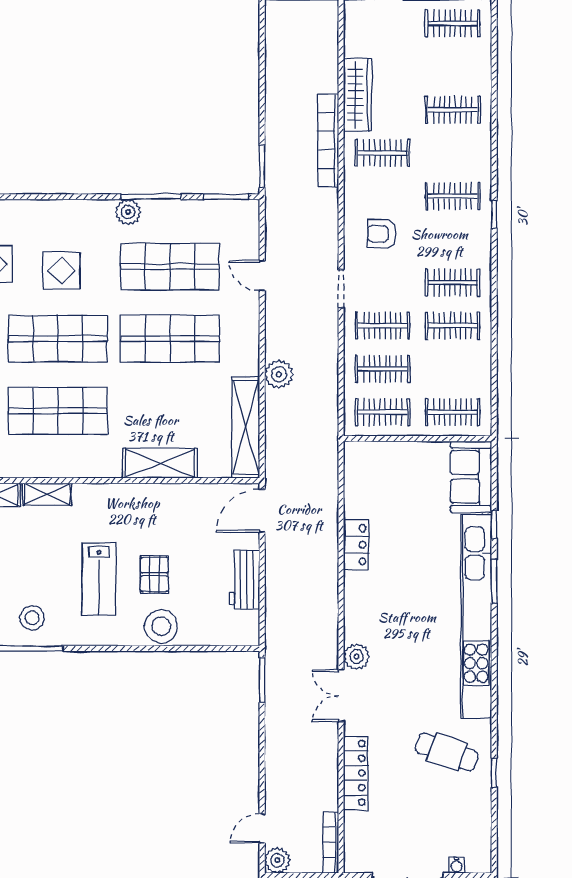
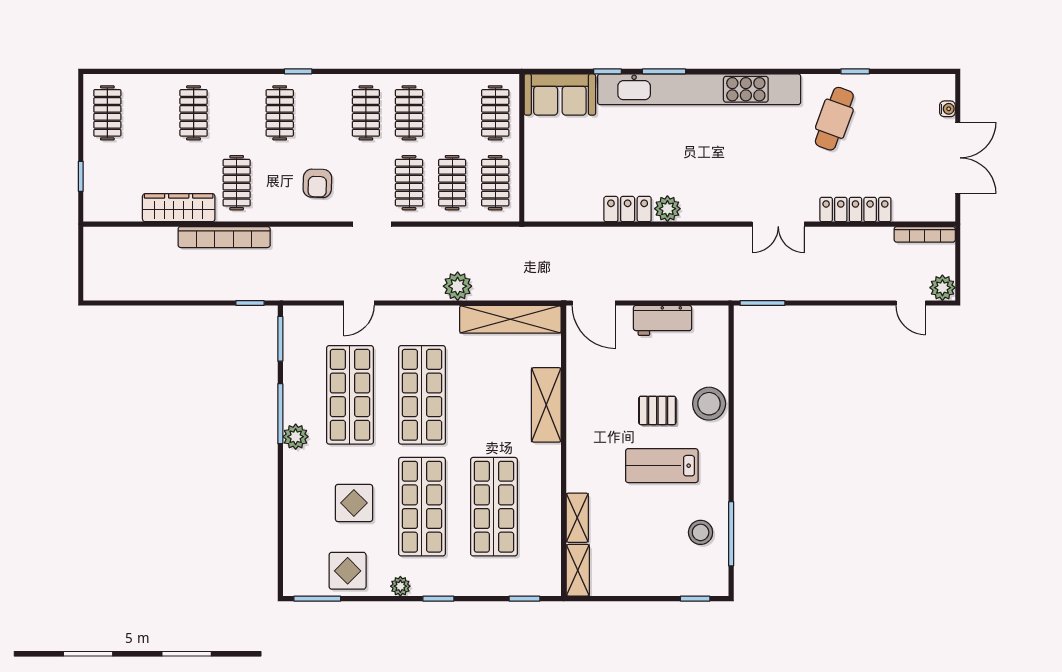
window: (262, 166) -> (250, 303), width x0.67
lab bench: (99, 579) -> (662, 466), turned 180
plant: (356, 656) -> (667, 209), moved

